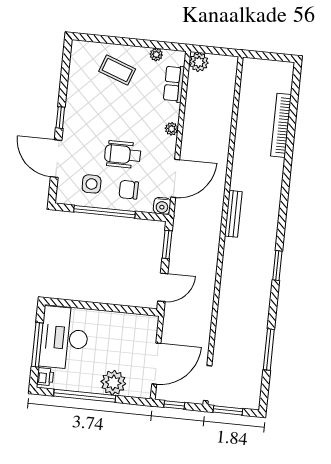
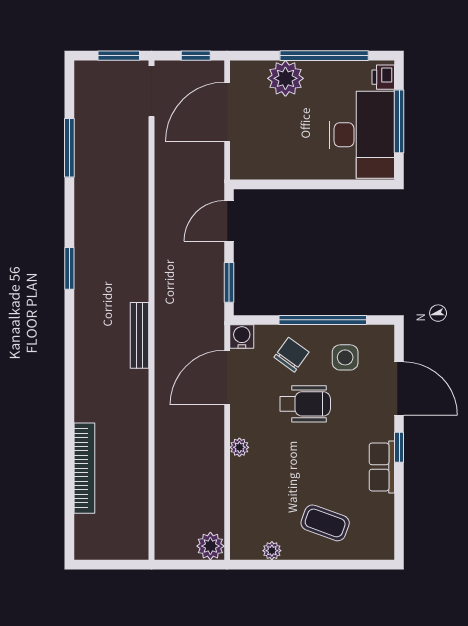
row of seats: (174, 84) -> (382, 467), moved, turned 180
chair: (129, 190) -> (291, 355), turned -54

